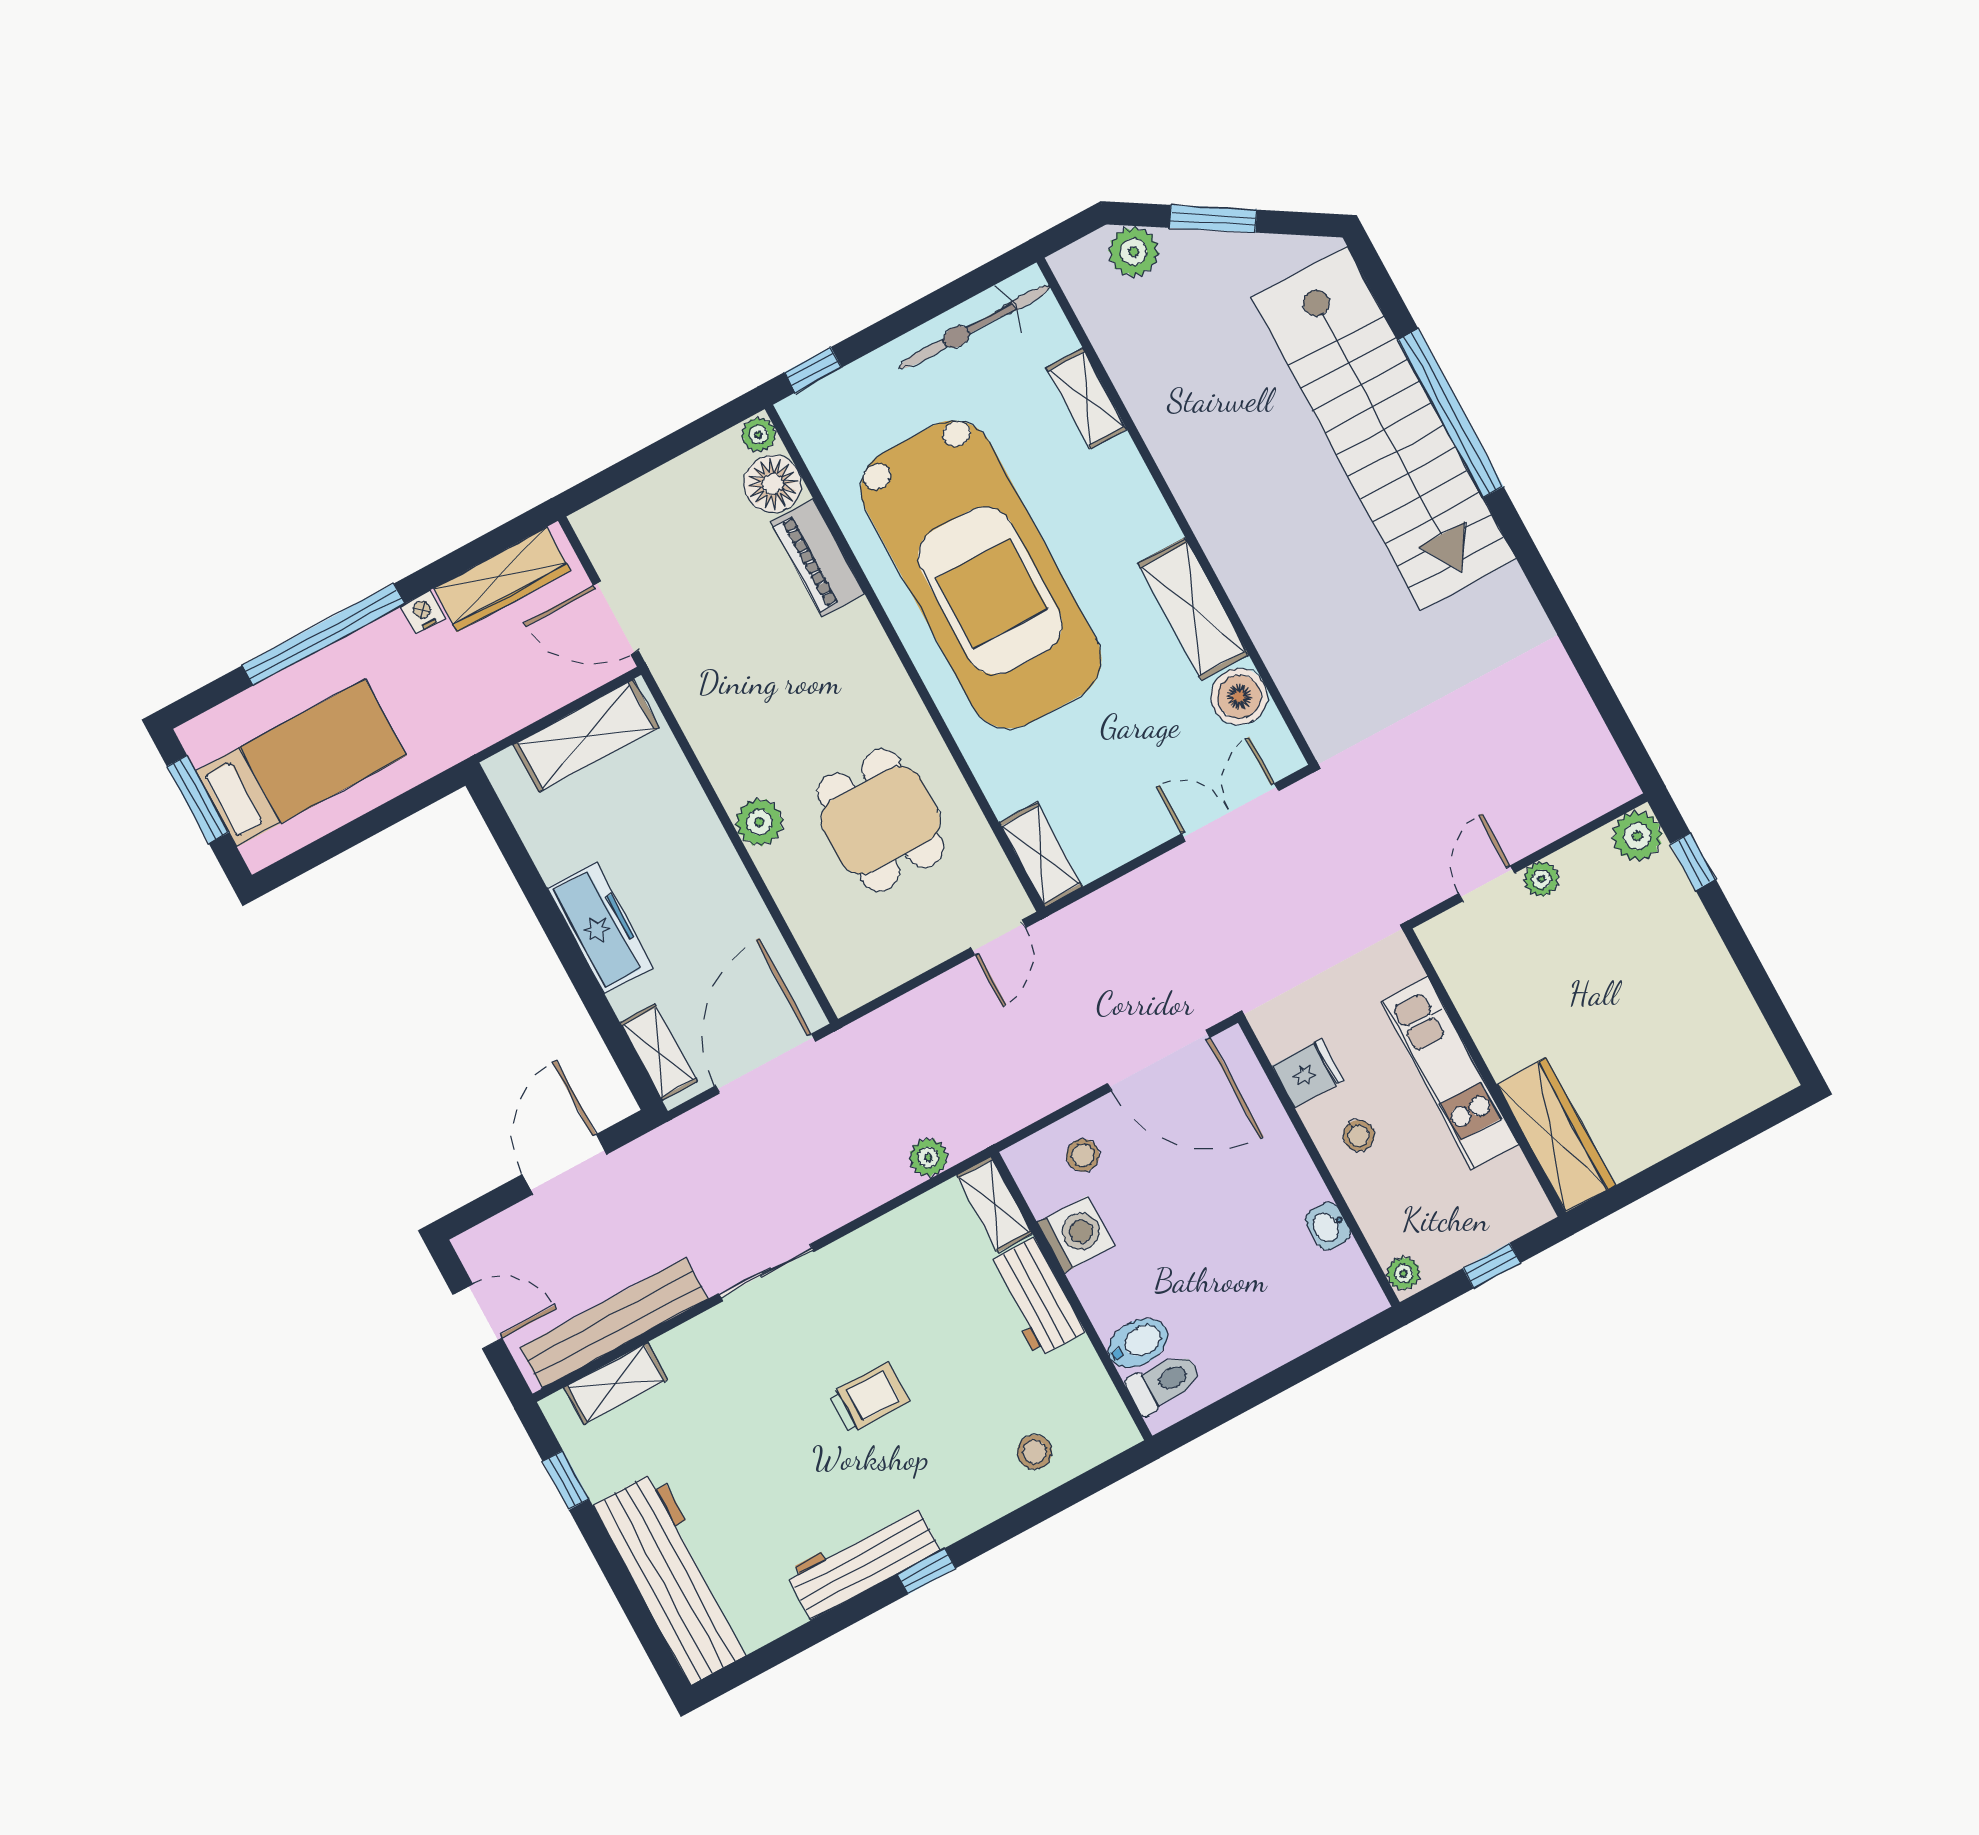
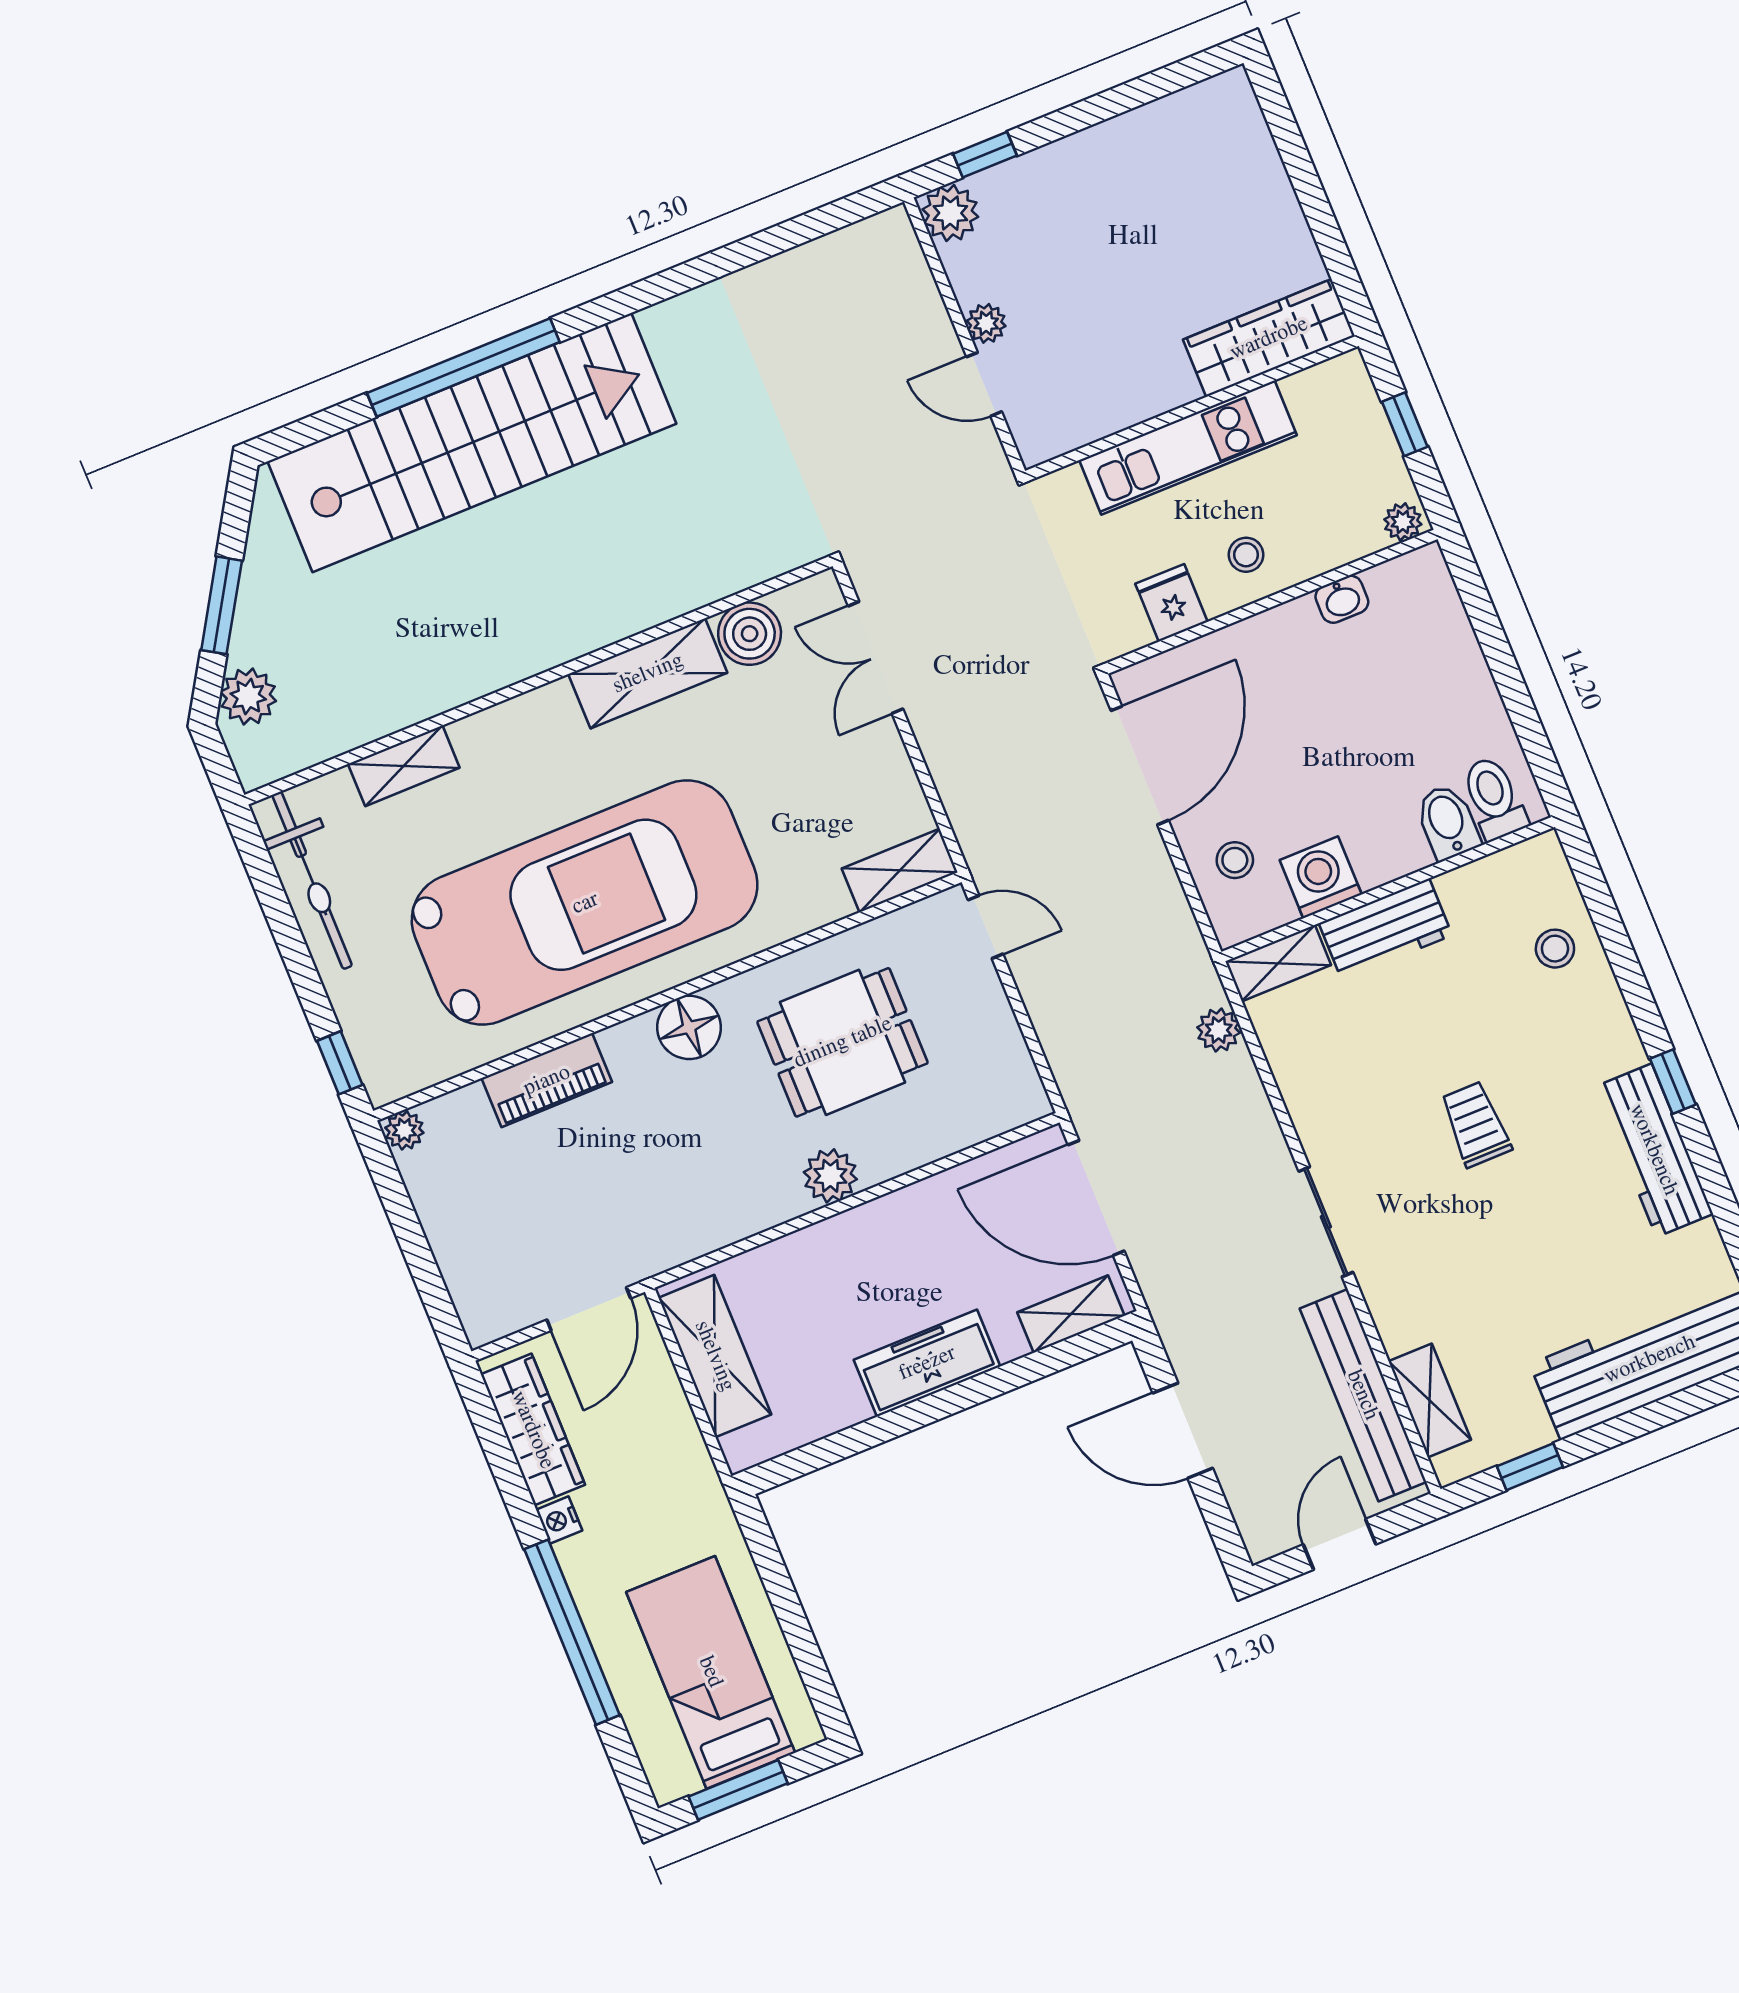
floor lamp: (773, 484) -> (689, 1027), moved

